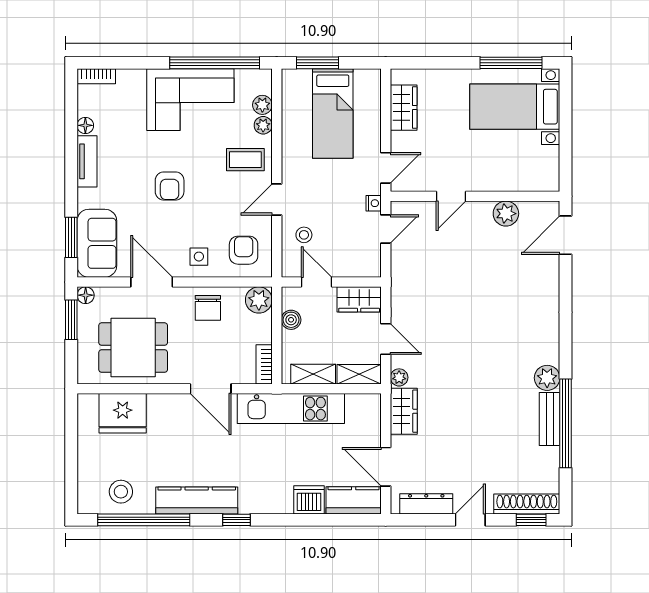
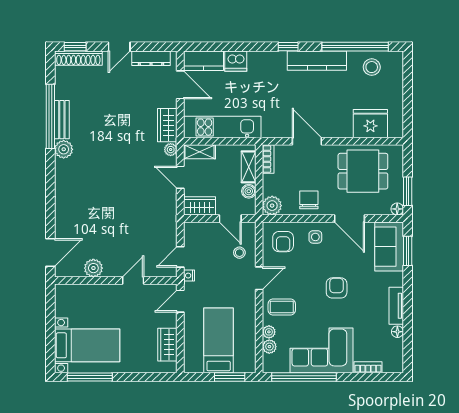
bookcase: (96, 76) -> (368, 367), moved
shelving: (313, 374) -> (249, 167), moved, turned 90
kitchen unit: (291, 409) -> (222, 127), moved

